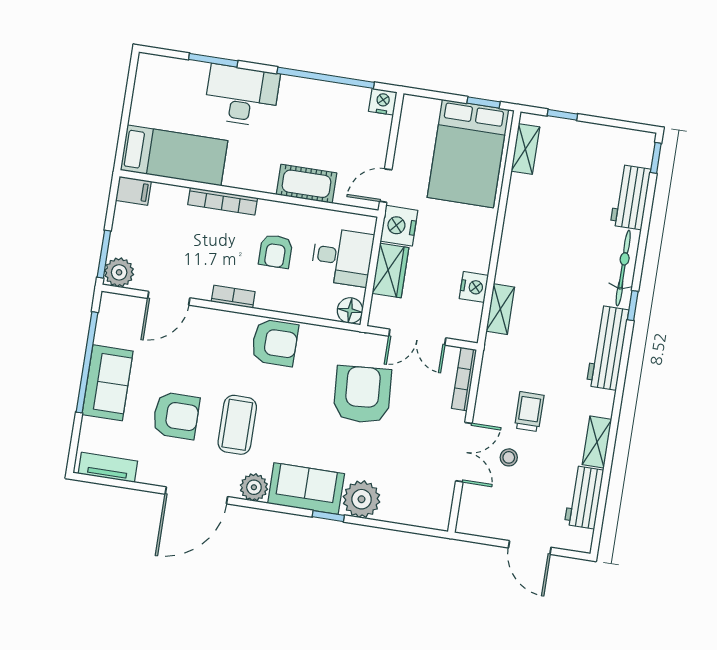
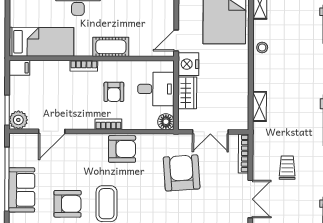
cot: (307, 184) -> (111, 47), moved
bookcase: (223, 201) -> (84, 66), width x0.64
nightstand: (474, 287) -> (241, 95), removed
bookcase: (233, 297) -> (108, 124), moved
stool: (509, 457) -> (262, 47), moved

